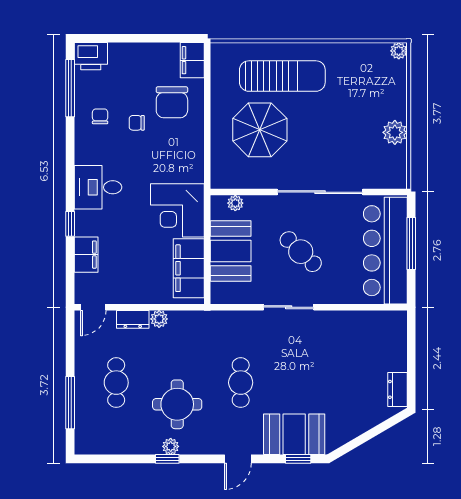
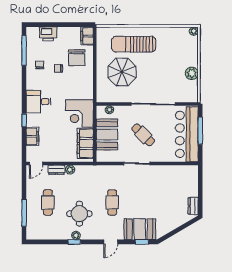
printer: (91, 56) -> (48, 34), moved
sun lounger: (282, 76) -> (134, 44), turned 180

